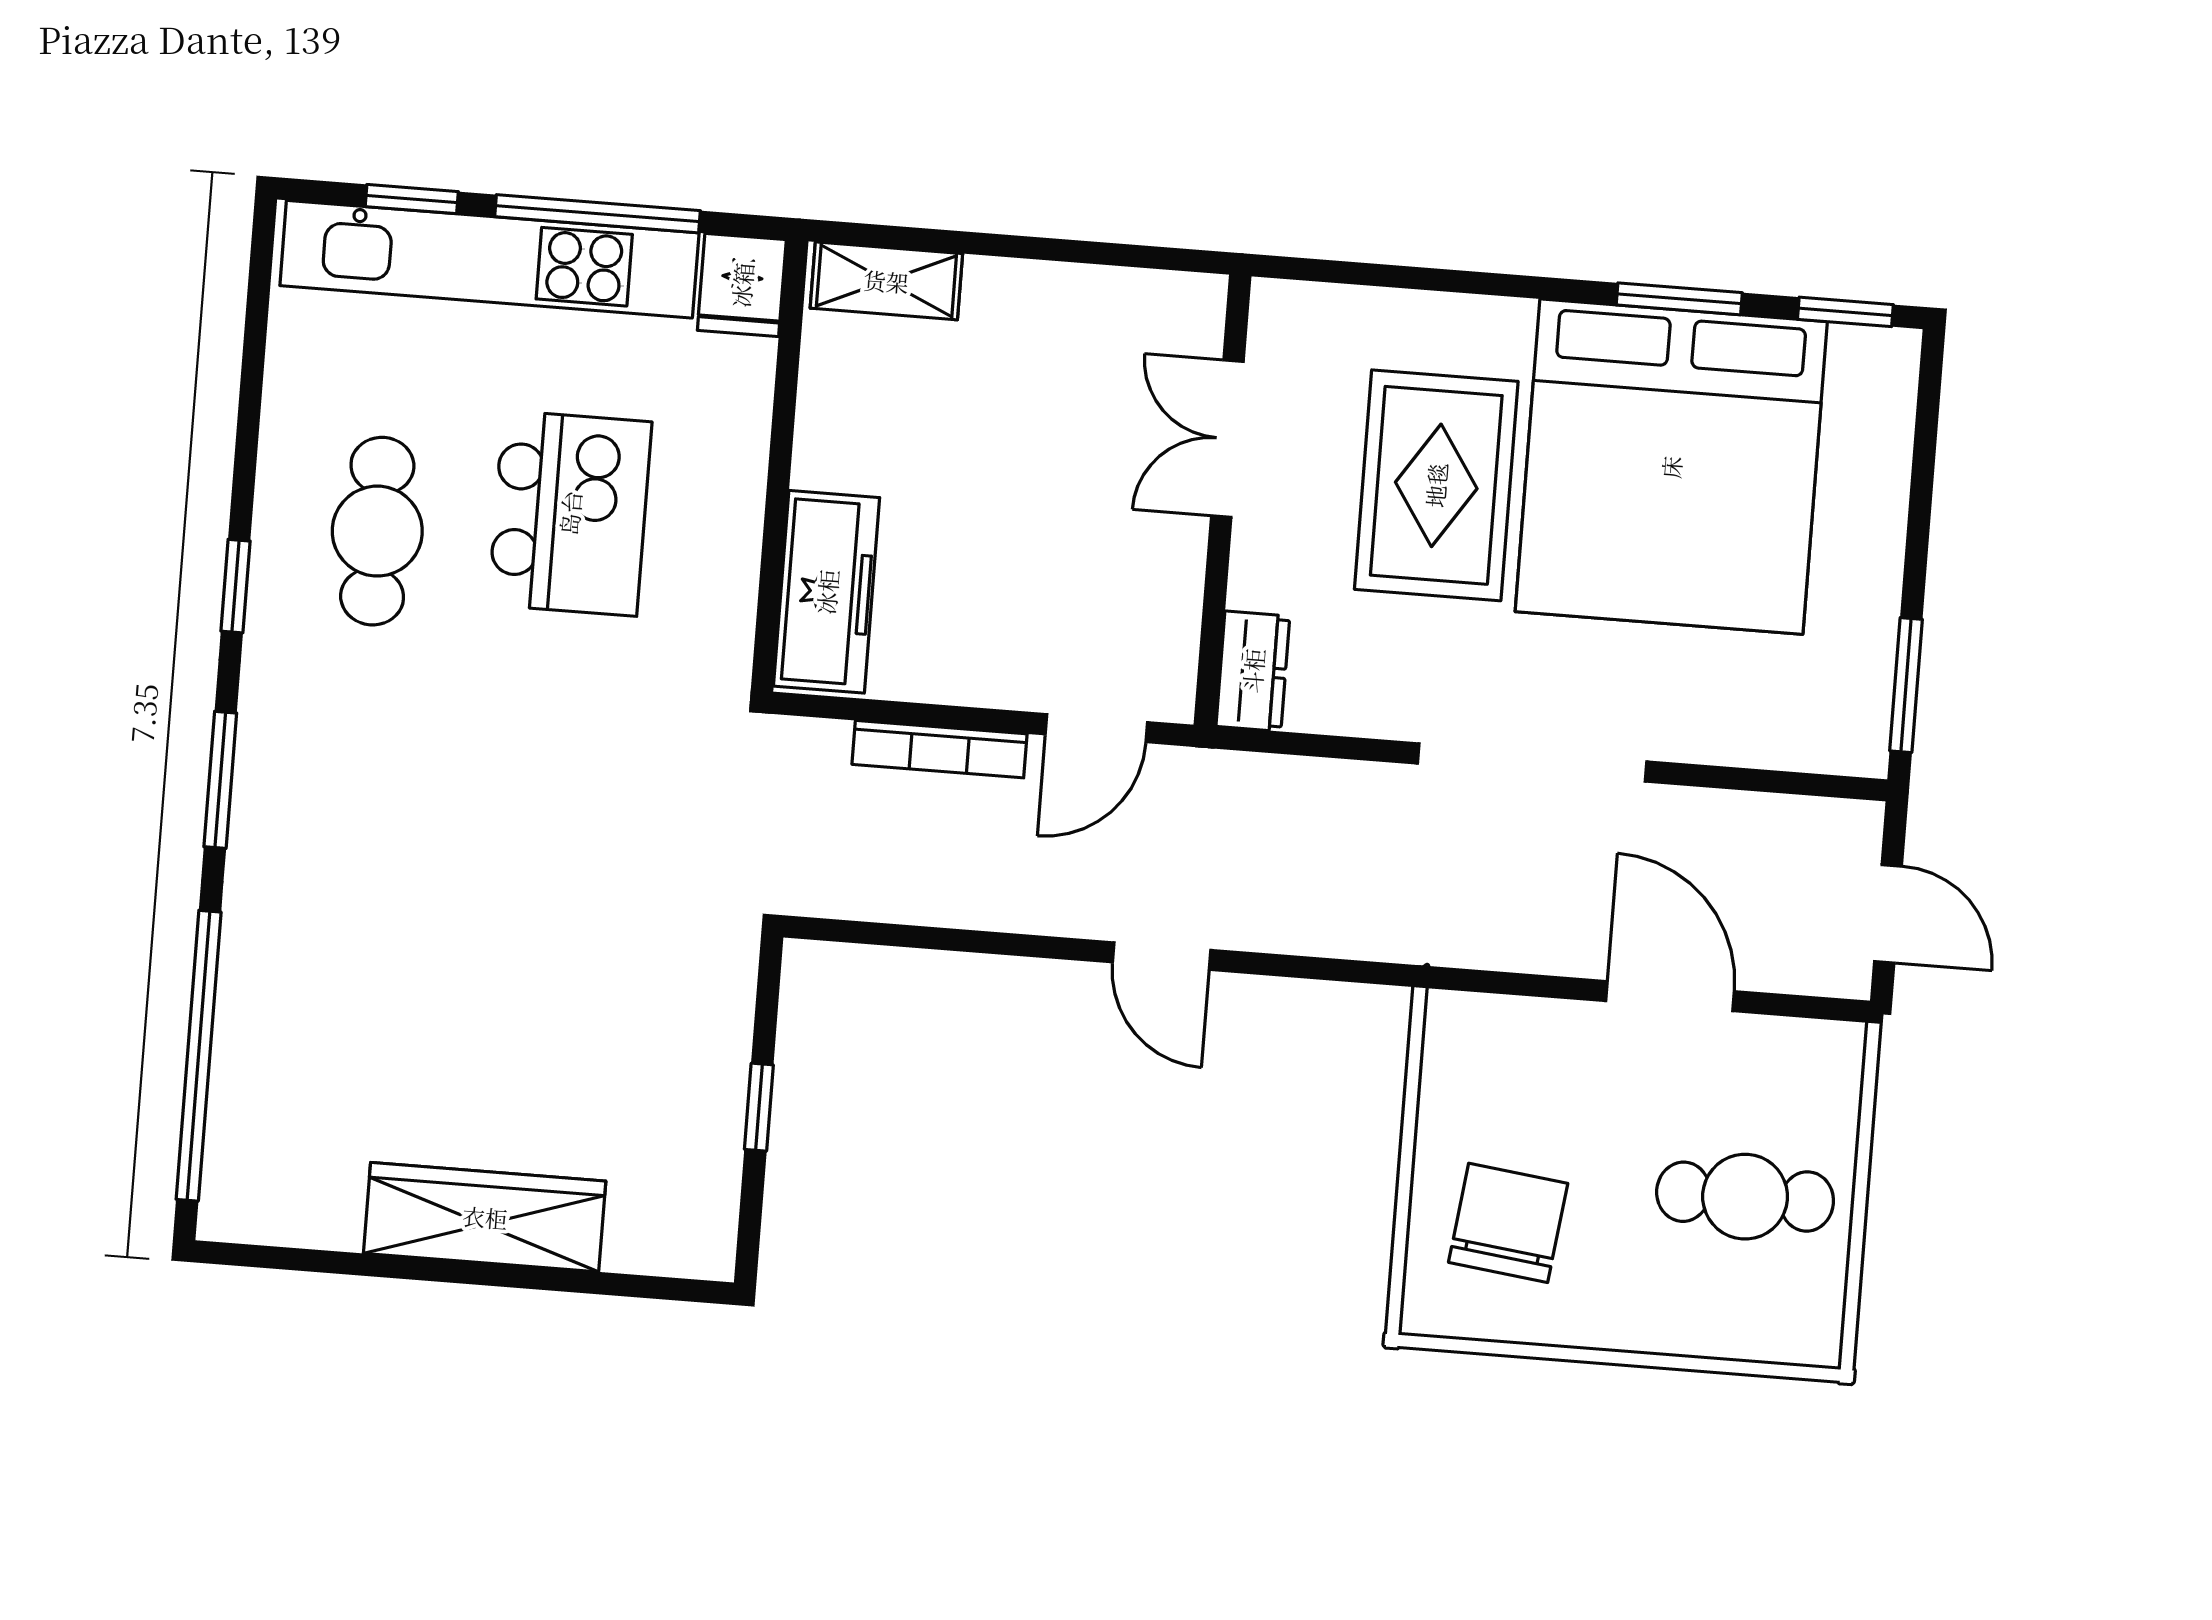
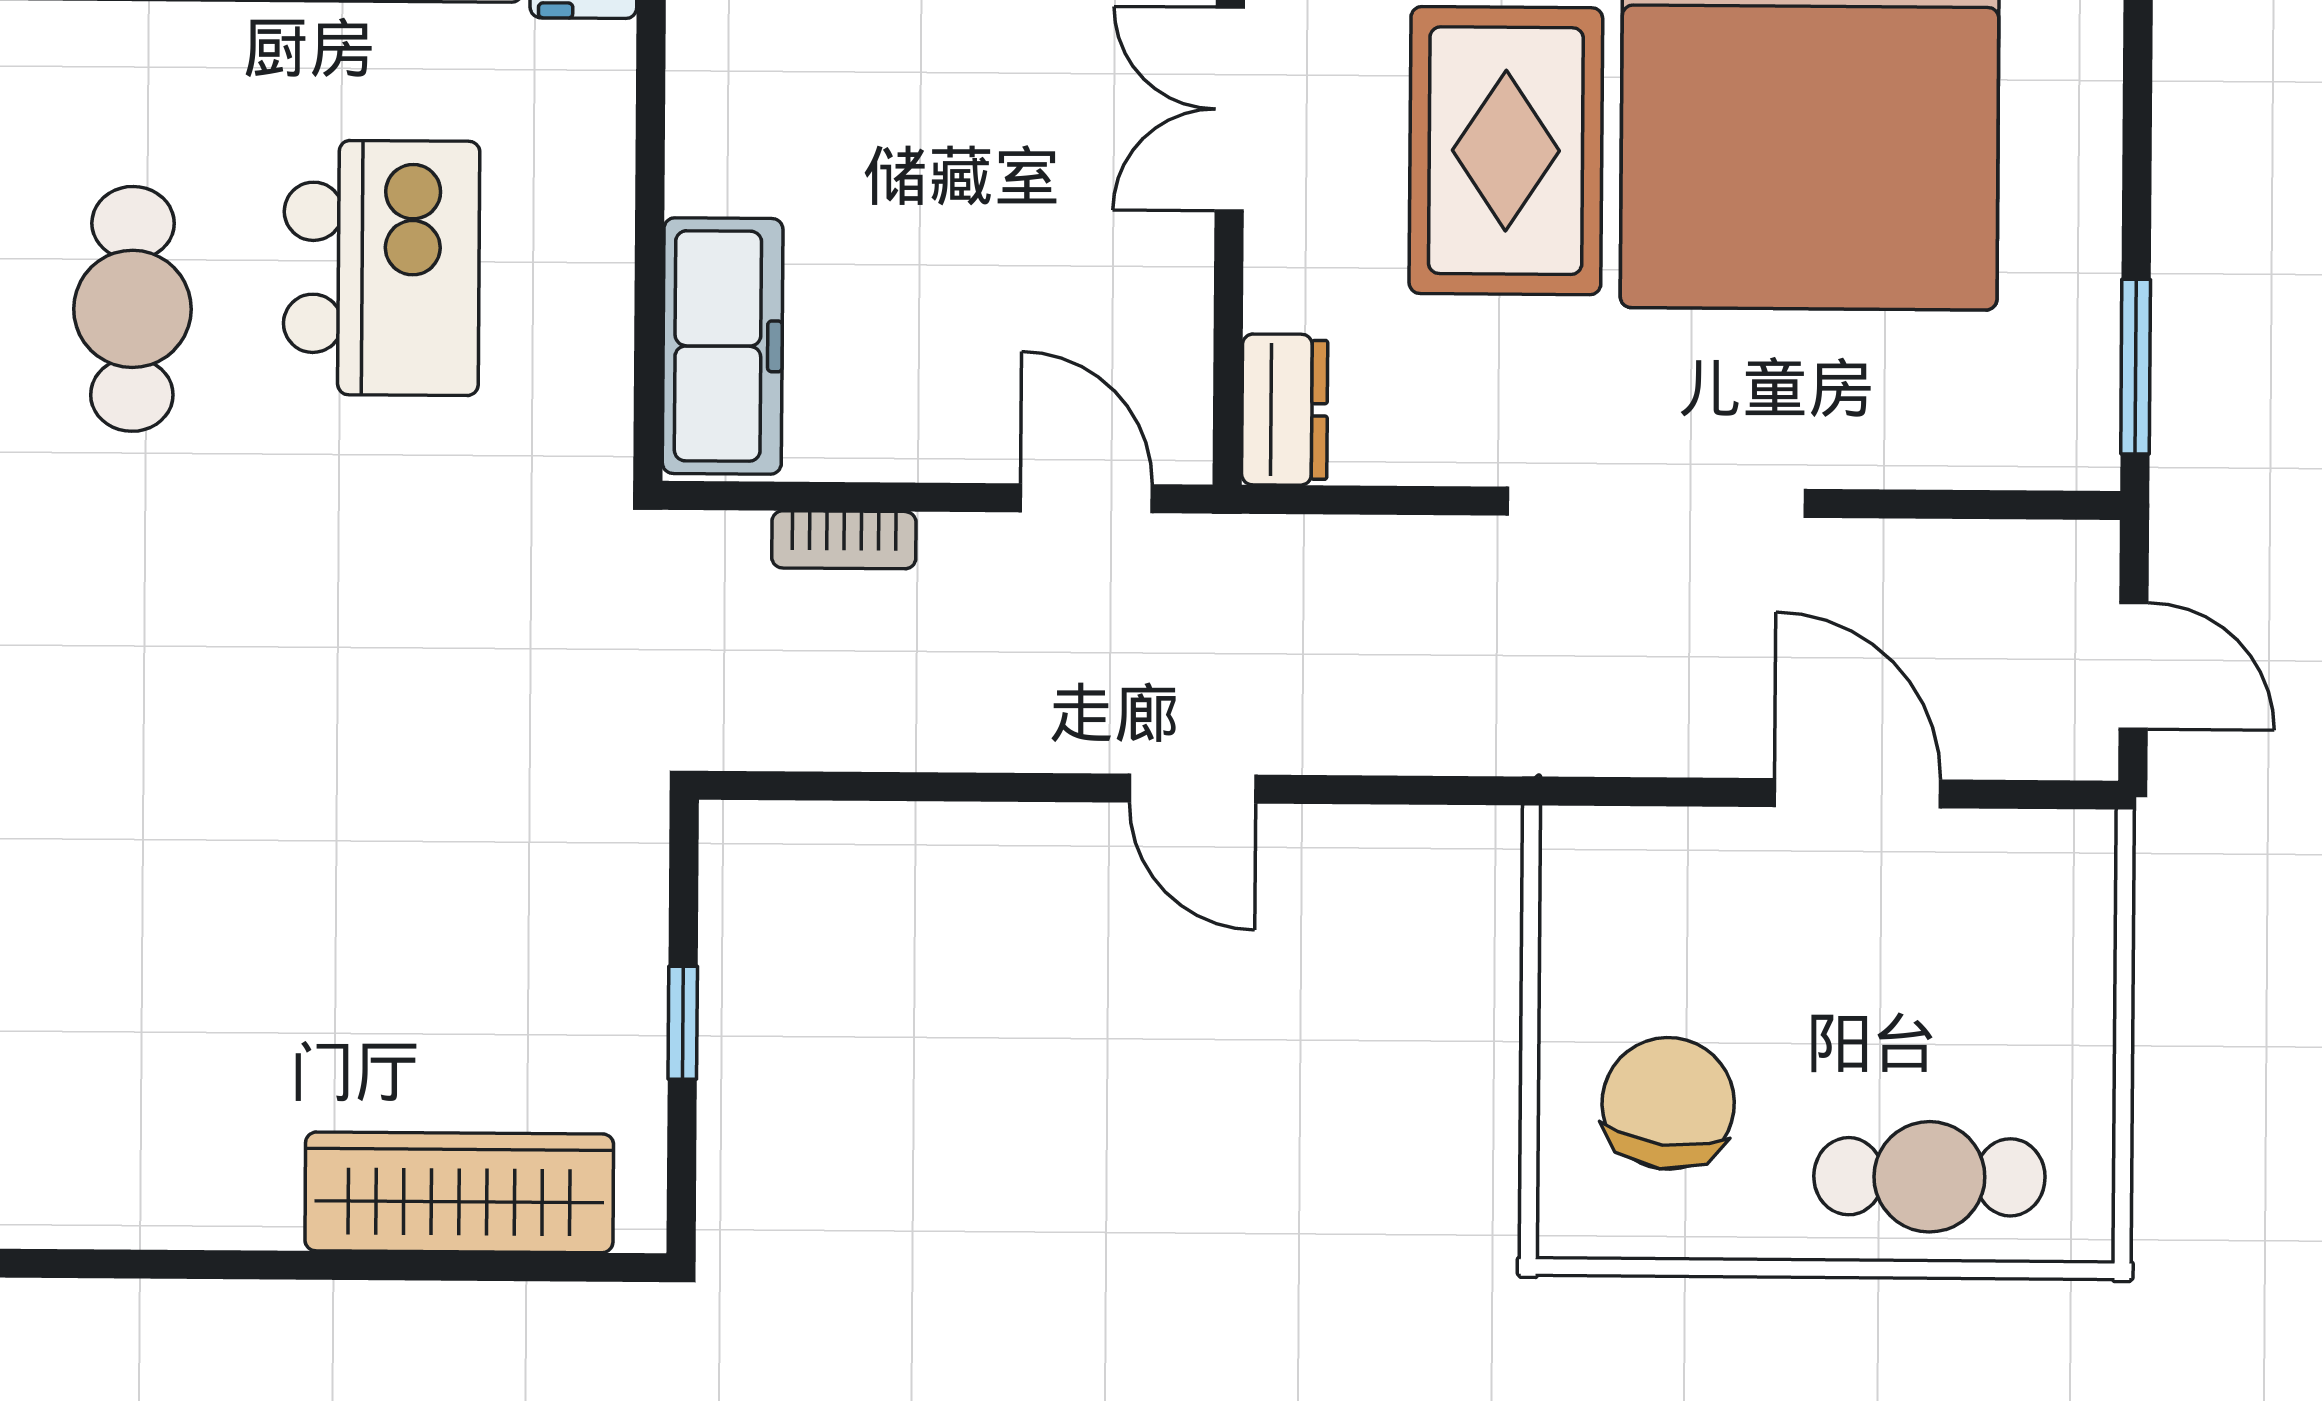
door: (1096, 728) -> (1086, 498), swing flipped
bookcase: (940, 749) -> (844, 540), width x0.64
cafe table: (1745, 1197) -> (1929, 1177), moved
wardrobe: (485, 1217) -> (459, 1192), moved

